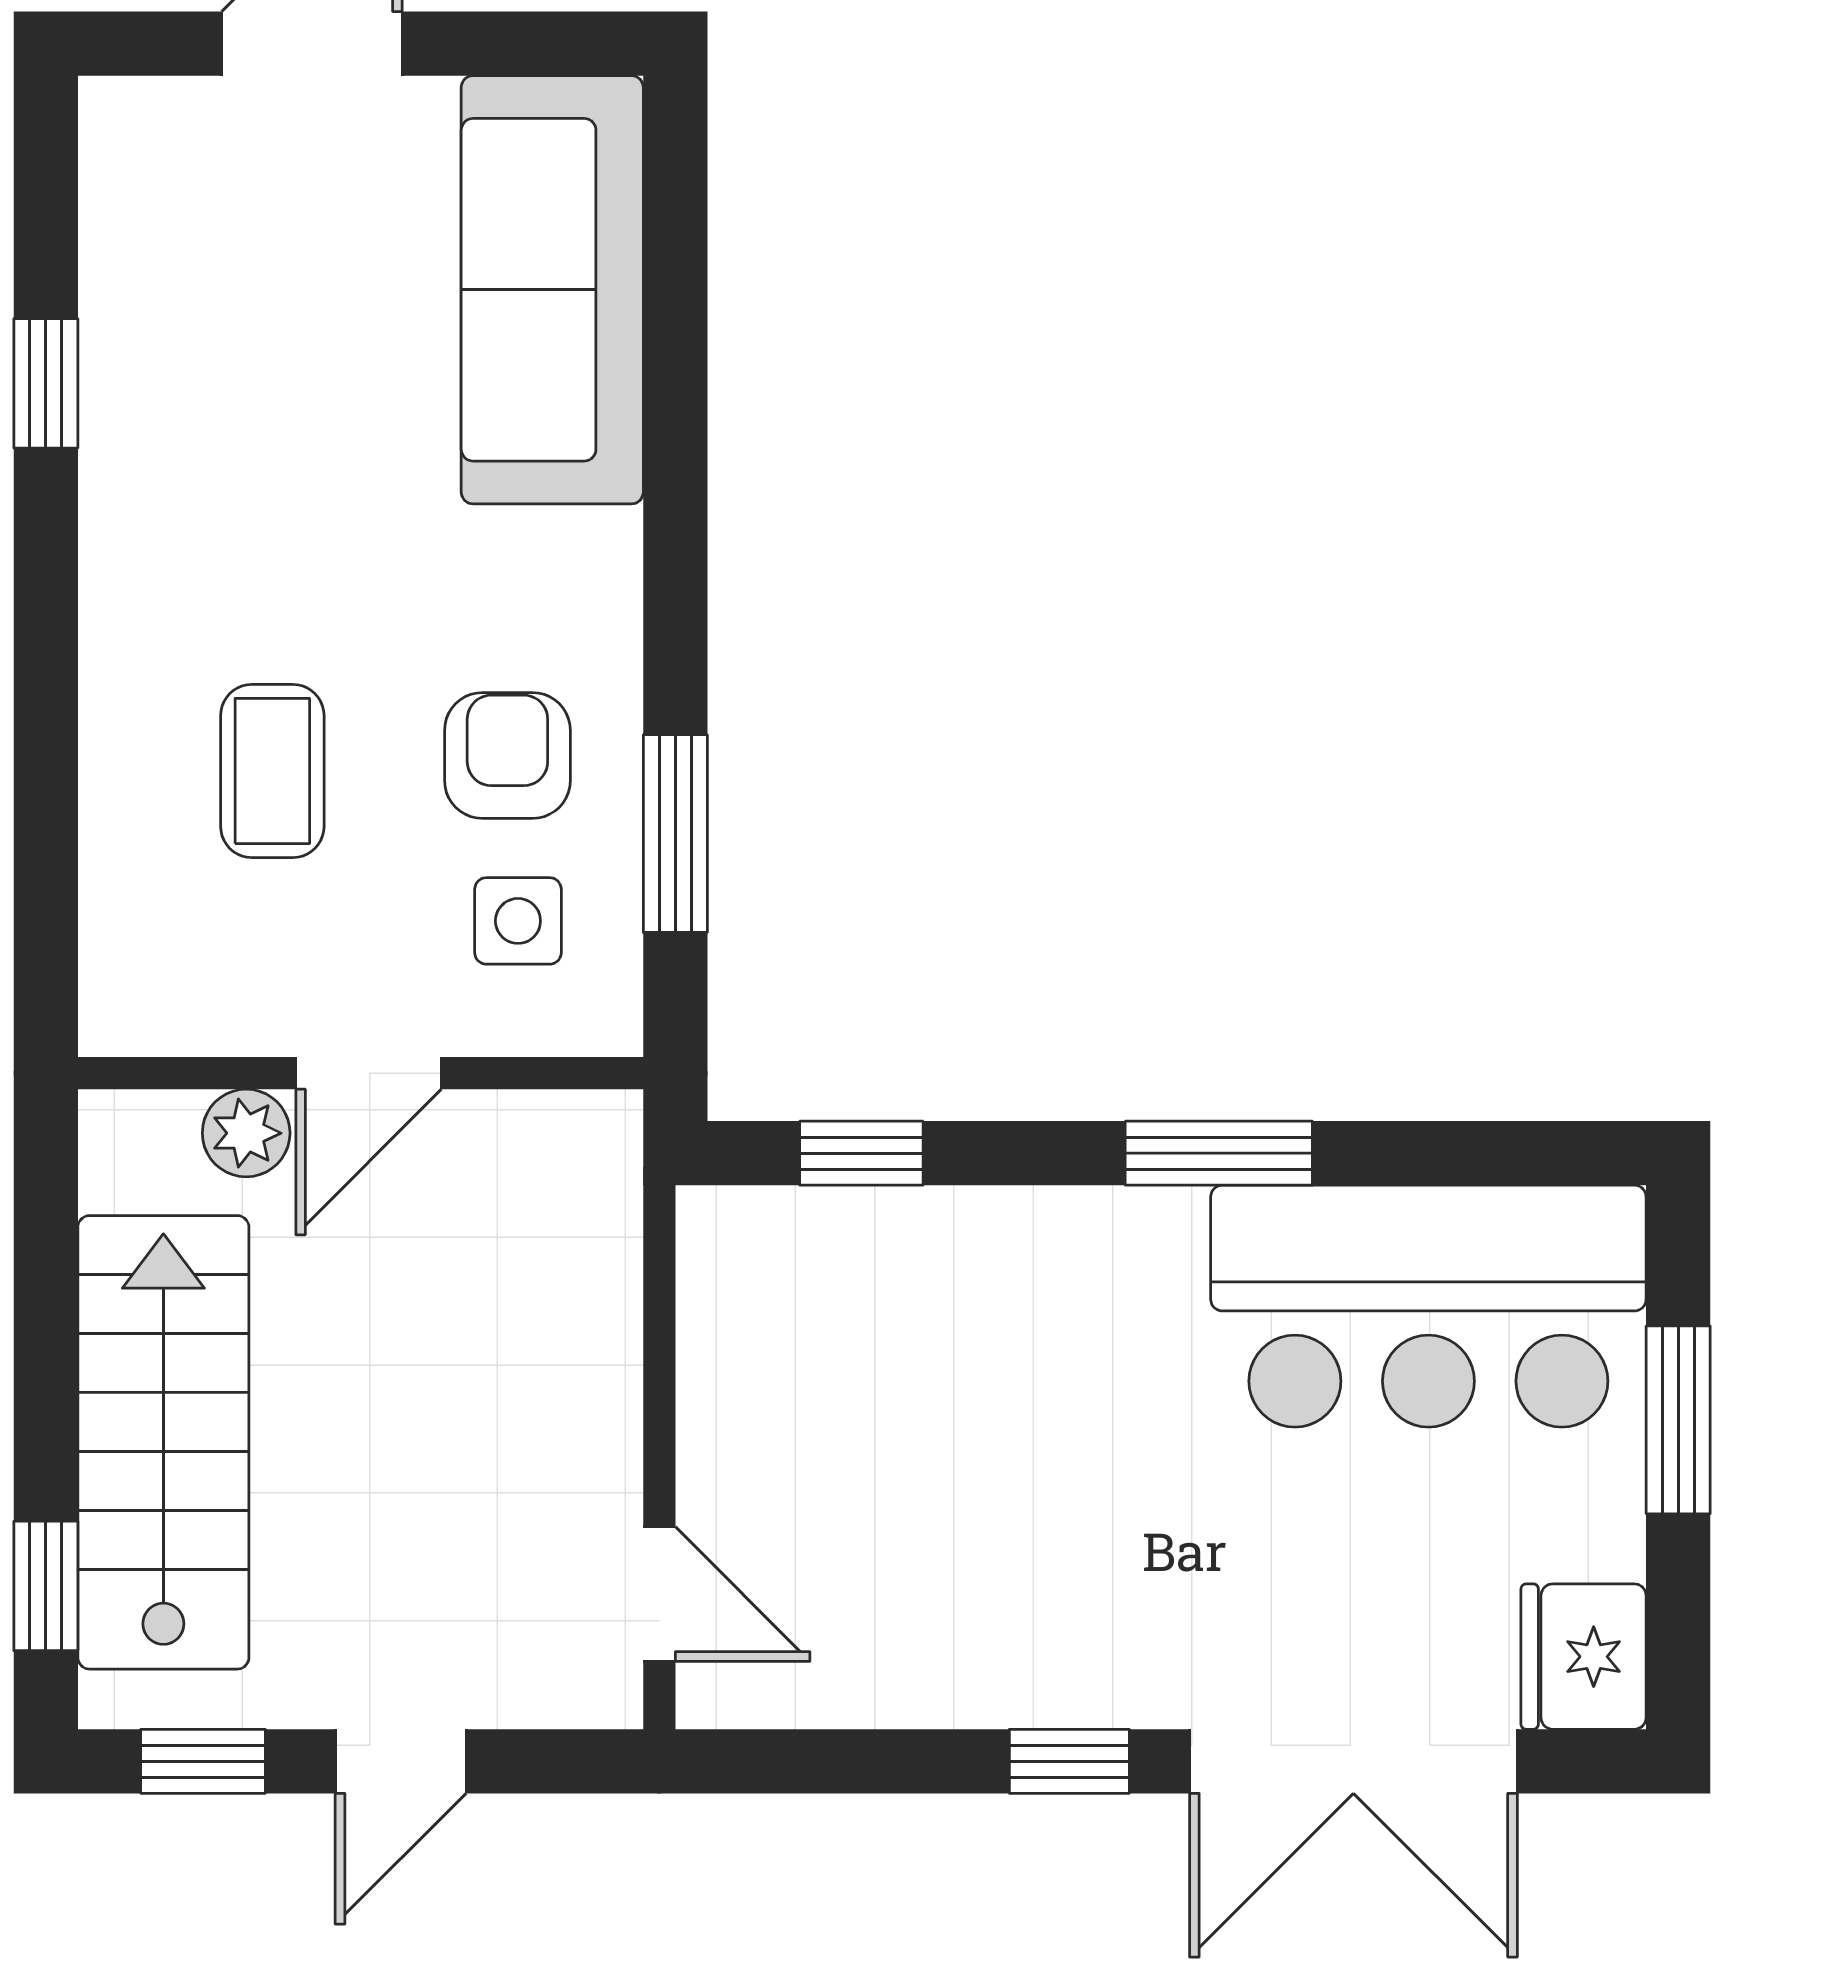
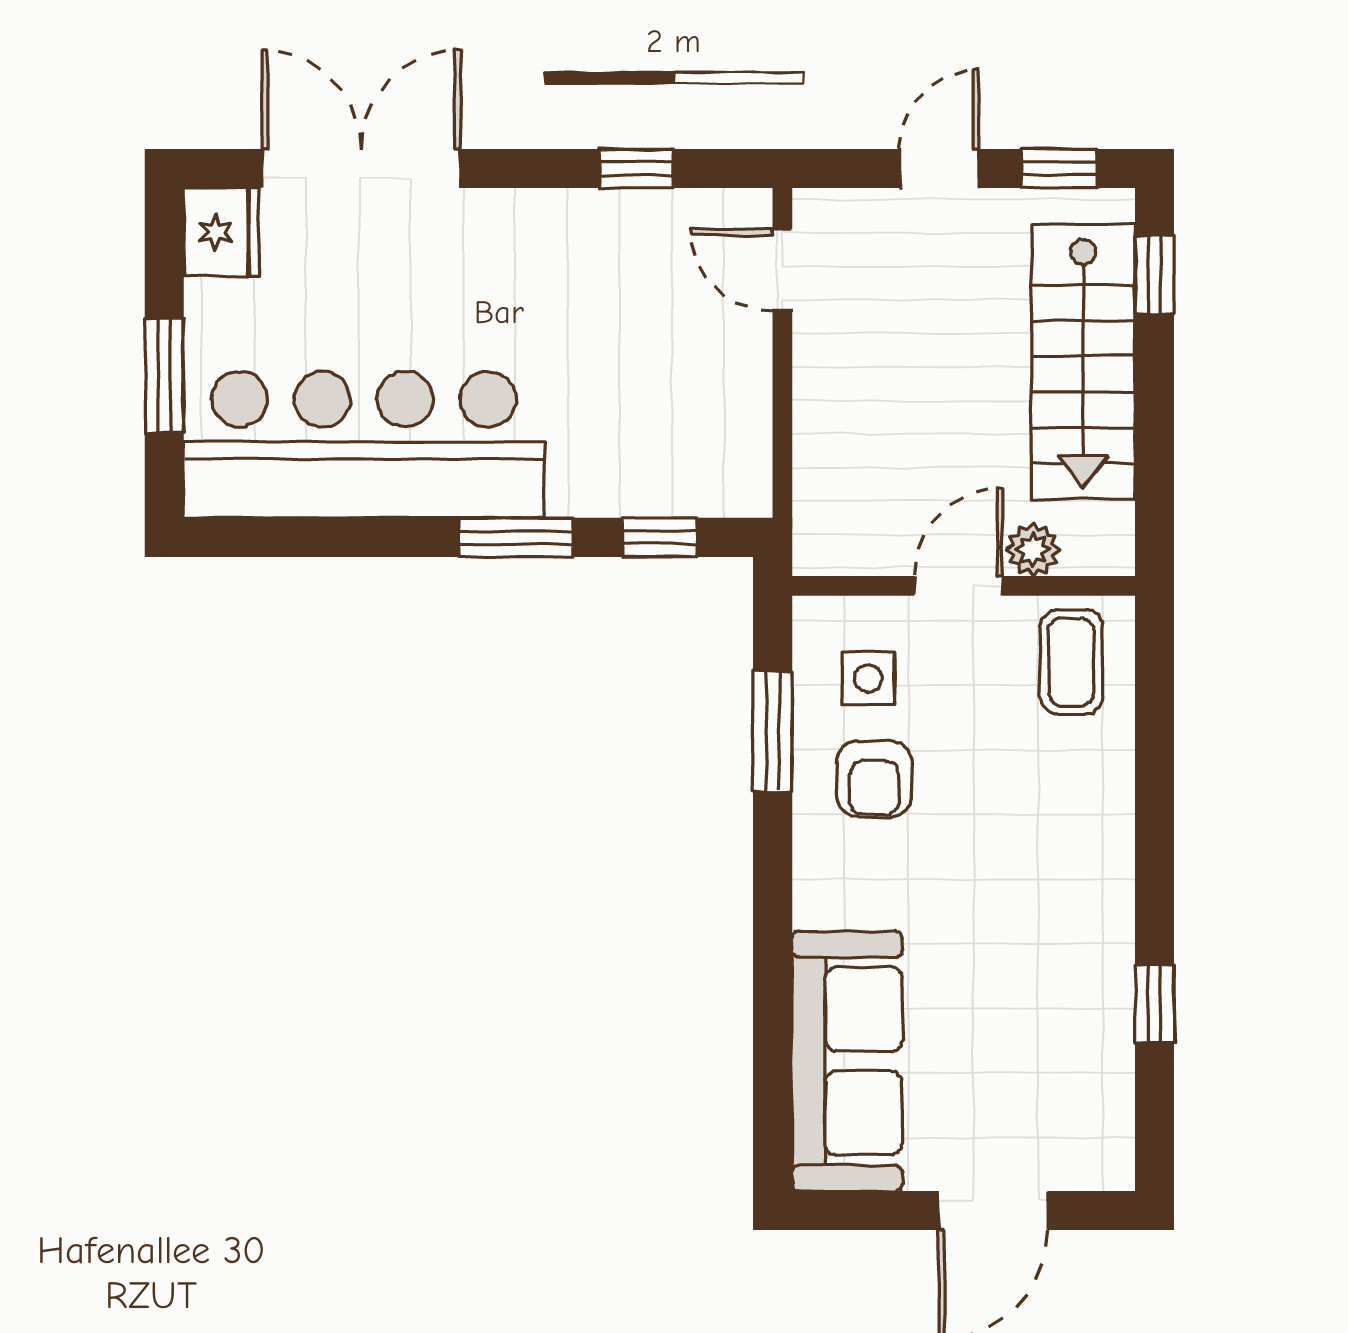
coffee table: (272, 771) -> (1071, 662), moved
window: (1219, 1153) -> (516, 537), moved
bar counter: (1428, 1306) -> (364, 445), width x1.36
window: (1069, 1761) -> (636, 169), moved

